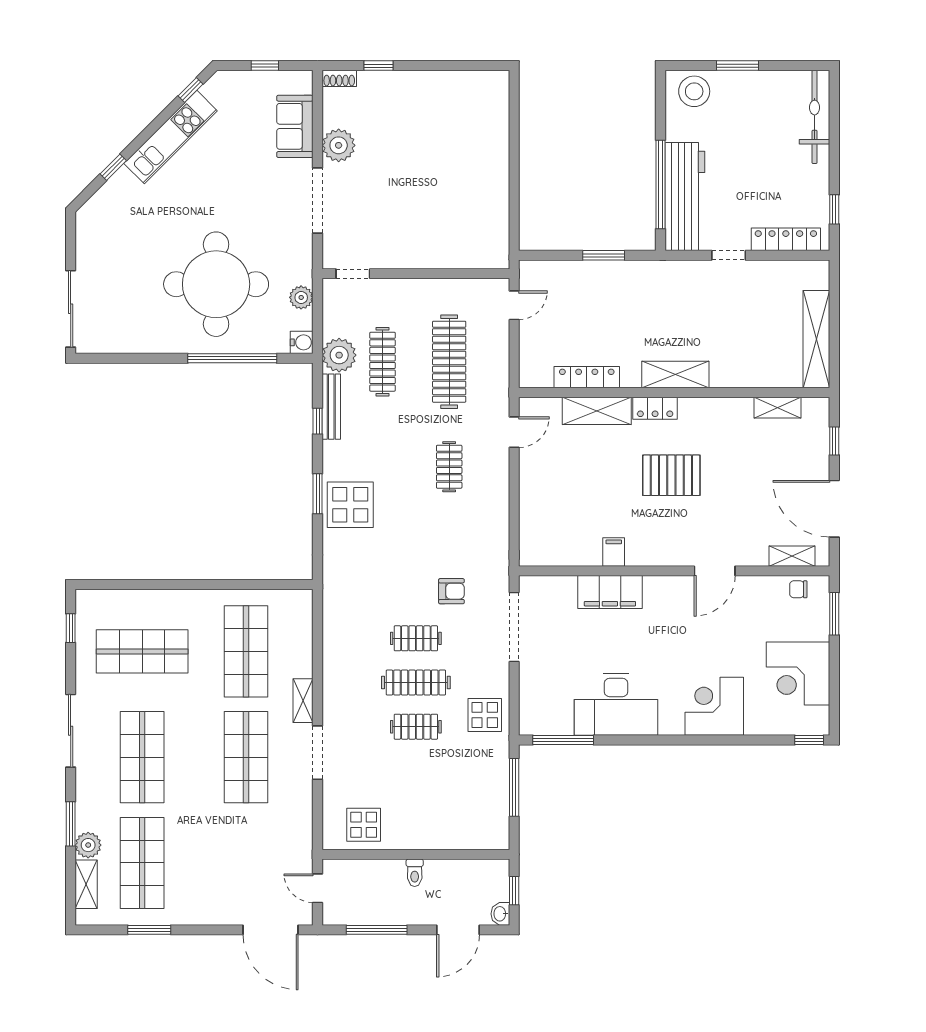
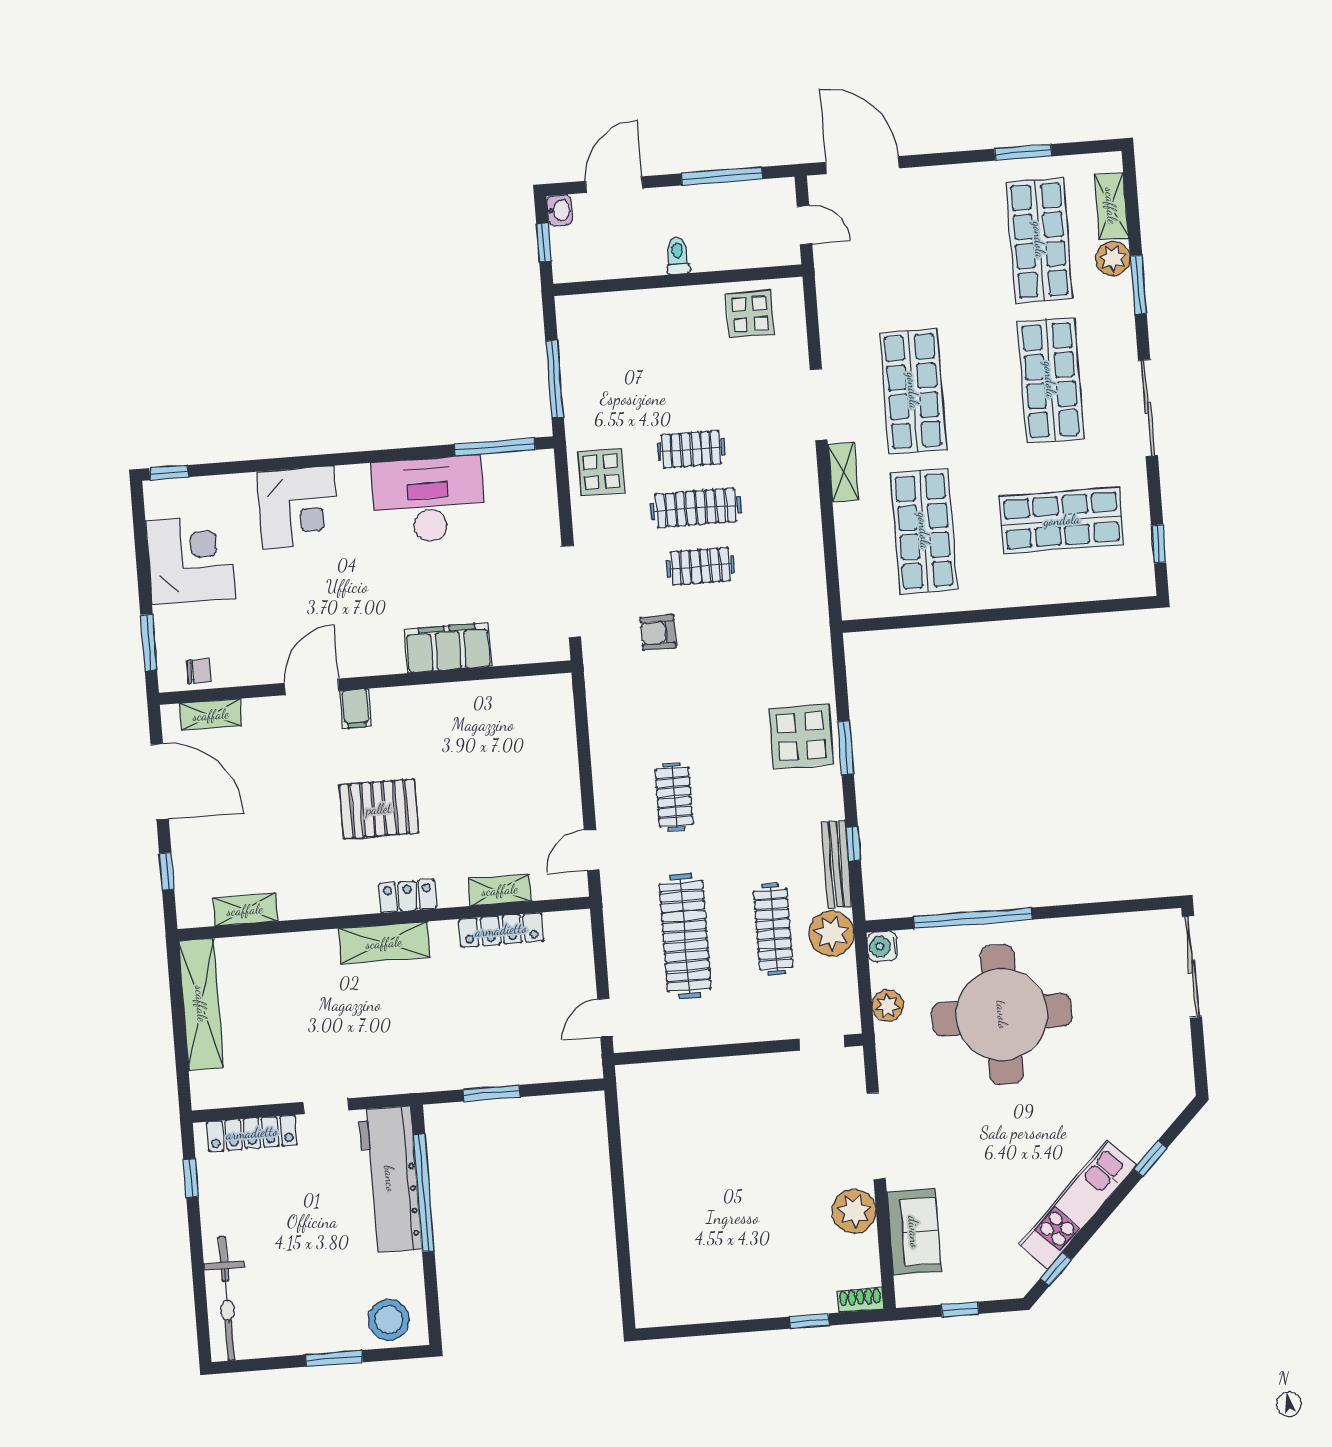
shelving: (597, 411) -> (500, 890), width x0.67, depth x0.75
filing cabinet: (614, 552) -> (356, 709), moved

